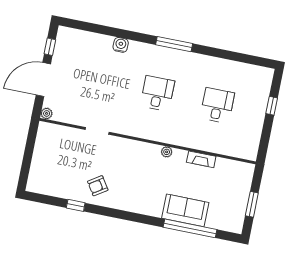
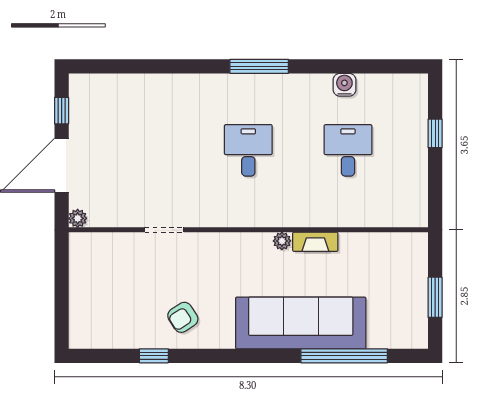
water cooler: (121, 45) -> (344, 85), moved
fireplace: (201, 159) -> (315, 242), moved
sofa: (185, 210) -> (301, 323), width x1.85, depth x1.27

